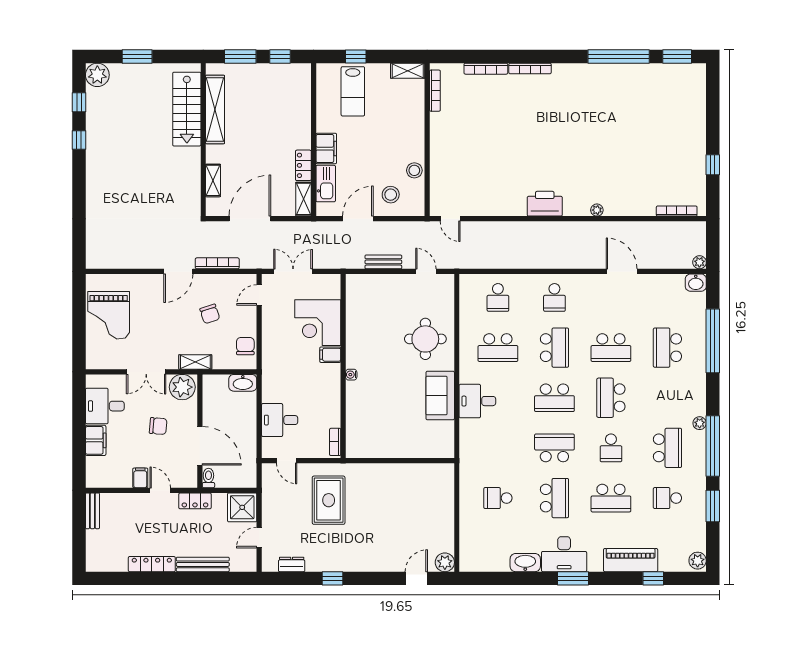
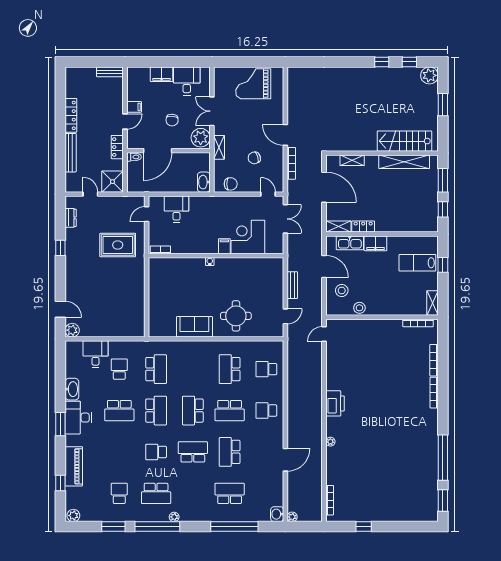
desk: (477, 401) -> (96, 354), moved
school desk: (611, 498) -> (156, 369), moved, turned 180

